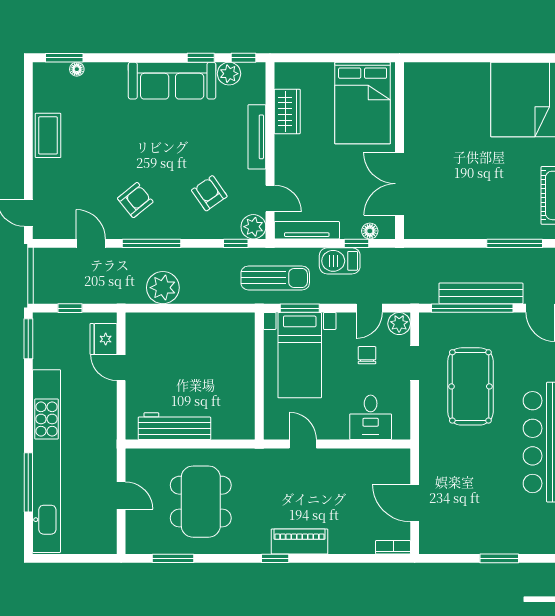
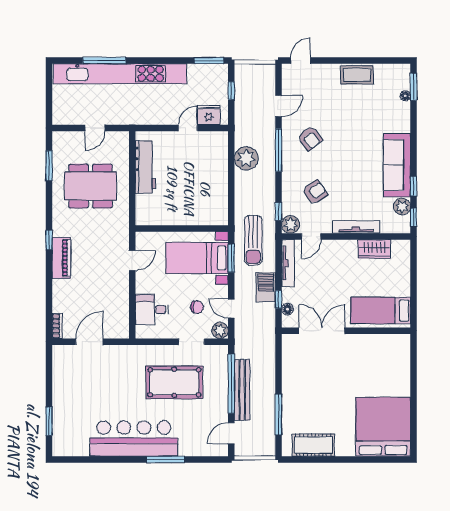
bed: (363, 103) -> (381, 311), width x0.67
window: (499, 558) -> (49, 421), moved

